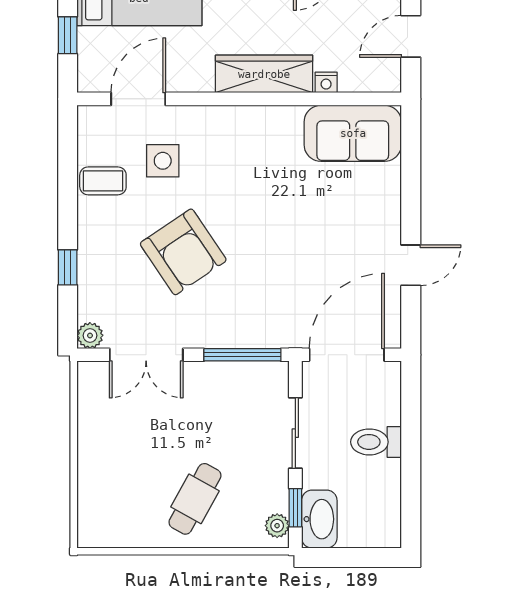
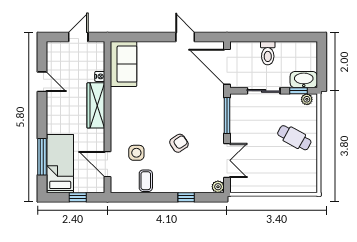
door: (411, 36) -> (78, 37), swing flipped
armchair: (183, 252) -> (179, 143), width x0.53, depth x0.53

